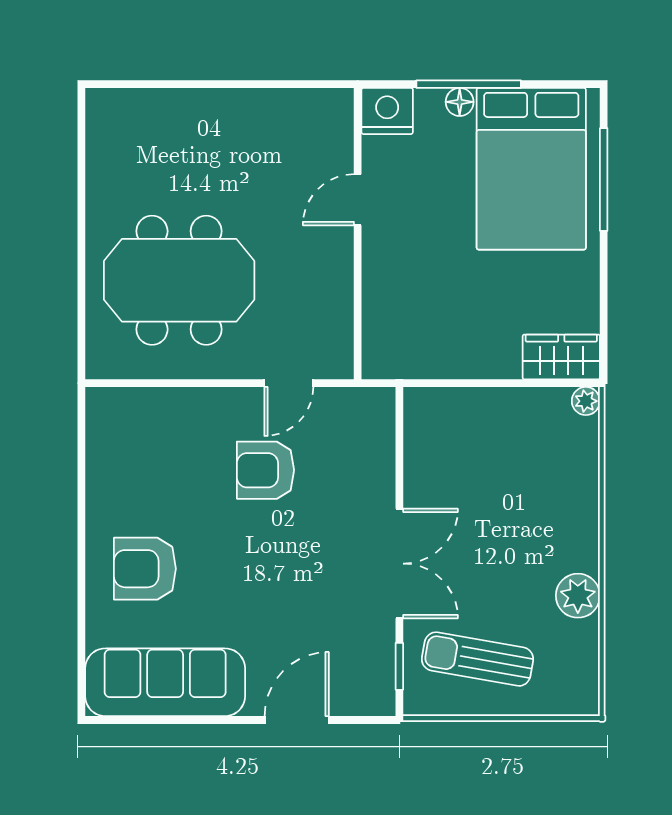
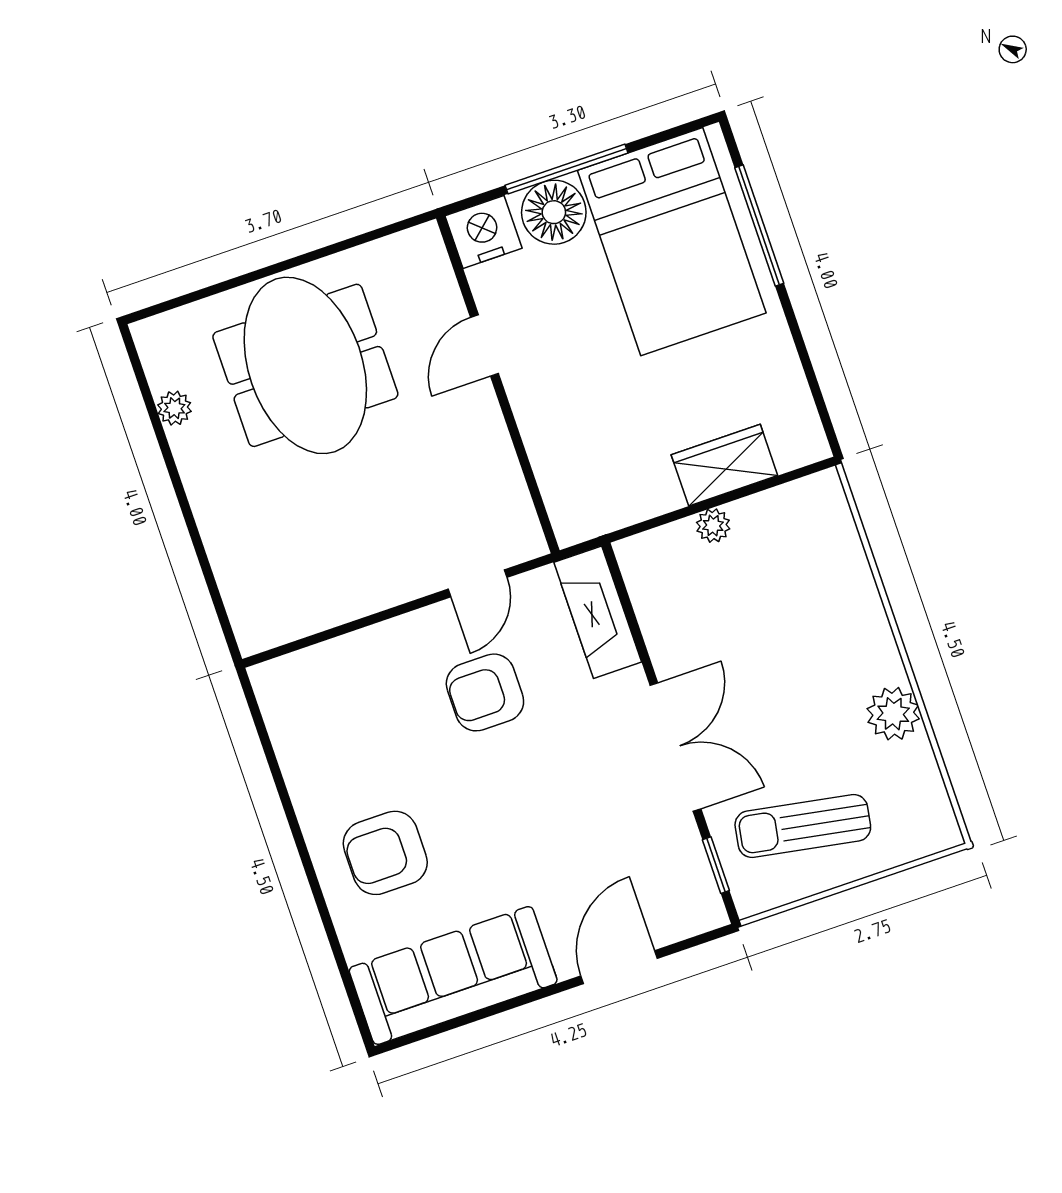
floor lamp: (460, 102) -> (554, 212), width x1.89, depth x1.89
plant: (99, 166) -> (174, 408), added
meeting table: (179, 280) -> (305, 365), moved, turned 90
wardrobe: (561, 357) -> (724, 465), moved
plant: (586, 401) -> (713, 526), moved
fireplace: (375, 438) -> (598, 612), added

